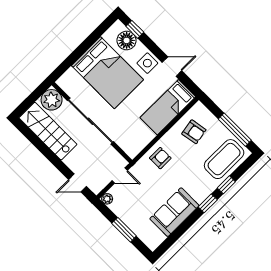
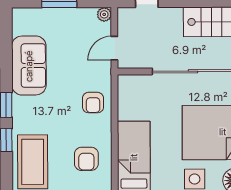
armchair: (194, 132) -> (86, 159), turned -80

